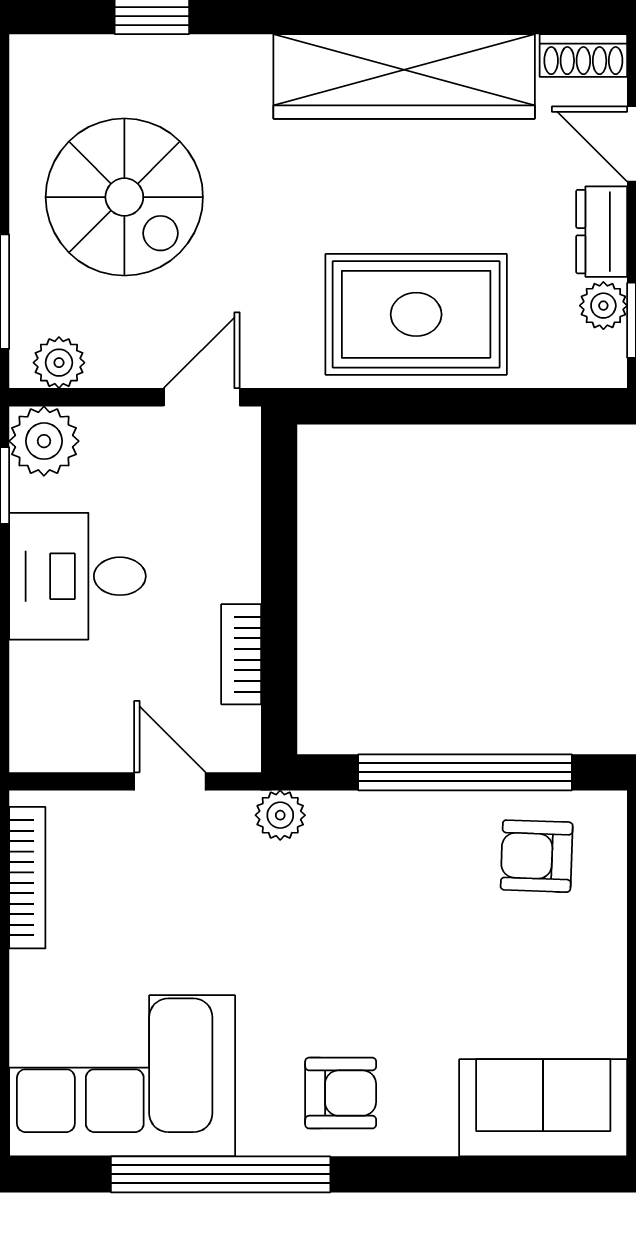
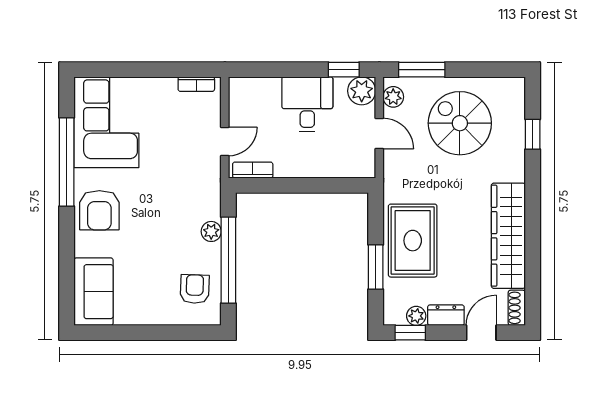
spiral stairs: (124, 197) -> (460, 123), turned 90
door: (202, 397) -> (379, 134), moved
window: (482, 406) -> (376, 267), added
bookcase: (241, 654) -> (253, 170), moved
plant: (280, 815) -> (211, 231), moved
bookcase: (27, 878) -> (196, 84), width x0.64
armchair: (341, 1093) -> (99, 210), width x1.38, depth x1.38

